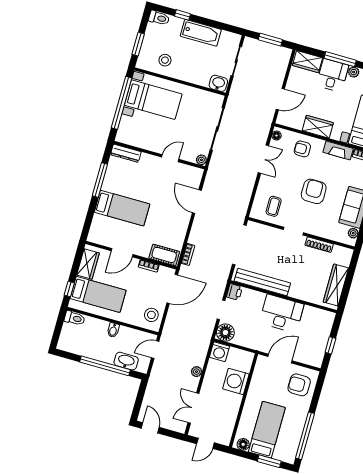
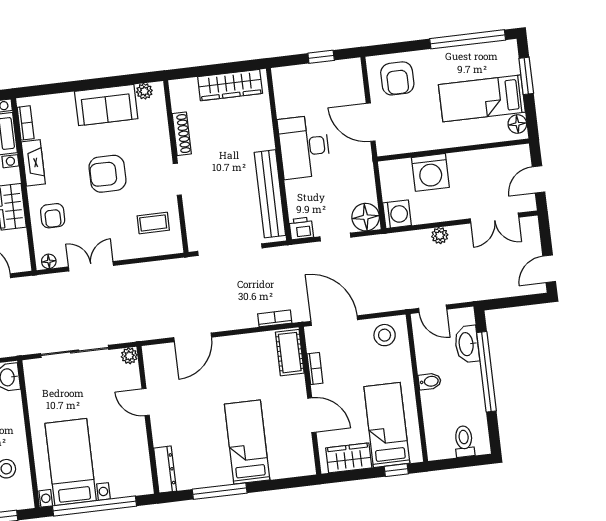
toilet: (75, 318) -> (464, 441), moved
door: (205, 443) -> (539, 179), swing flipped

